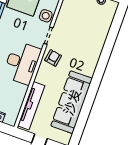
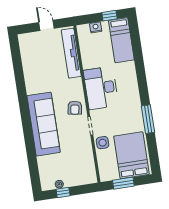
sofa: (72, 102) -> (44, 124), moved

